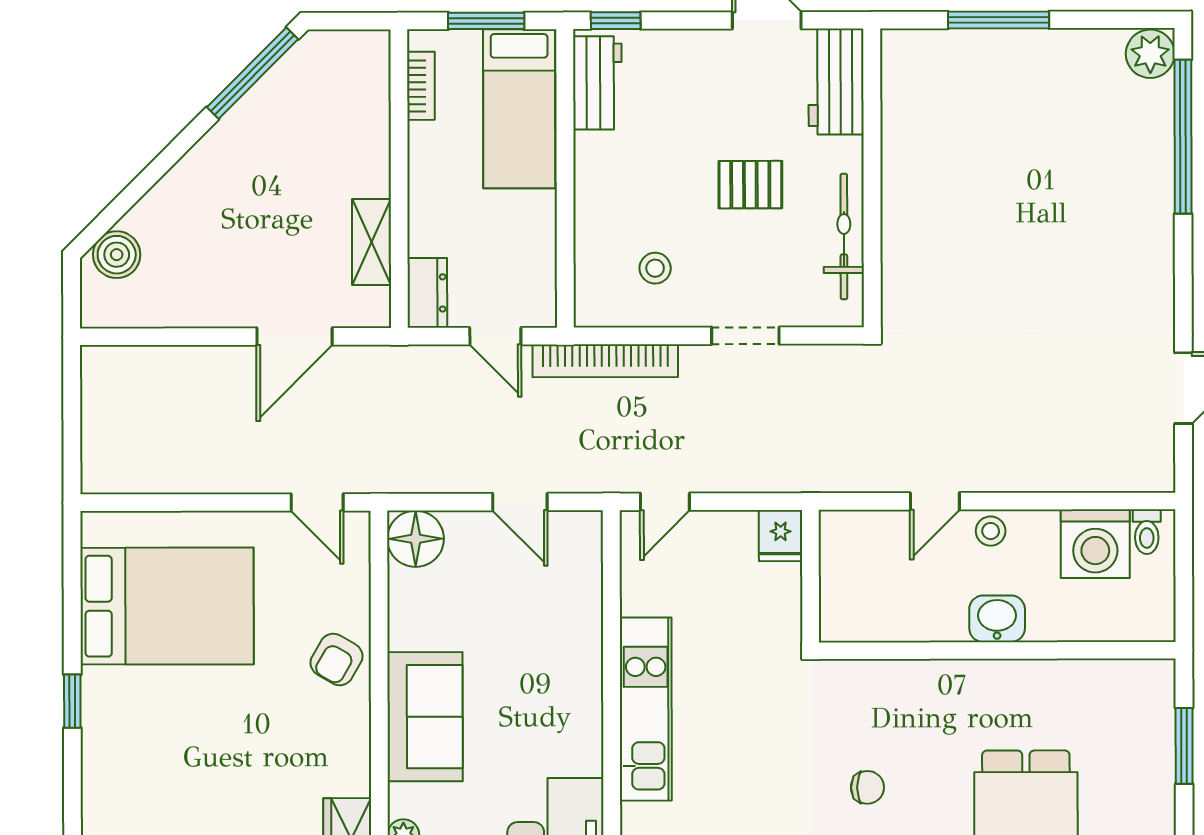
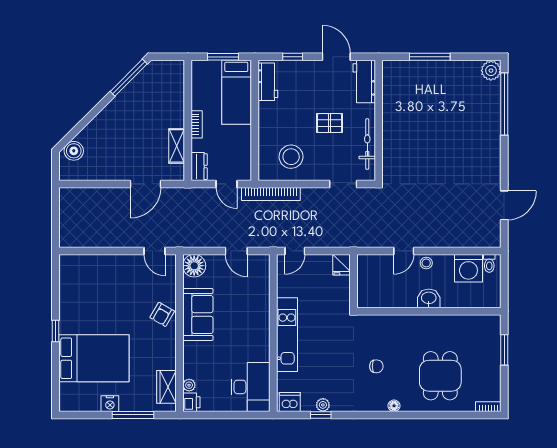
window: (616, 21) -> (293, 57), moved
bookcase: (421, 86) -> (197, 124), moved
stool: (655, 268) -> (291, 157), width x1.89, depth x1.89
doorway: (745, 336) -> (343, 184), moved
bed: (167, 606) -> (94, 358), moved
sofa: (425, 717) -> (198, 314), moved

